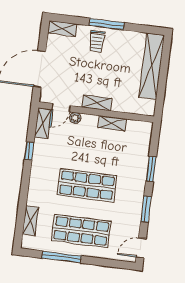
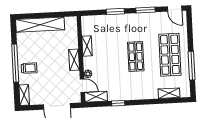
window: (107, 24) -> (15, 63), width x1.46
shop shelf: (87, 185) -> (136, 56), width x0.70, depth x0.74

